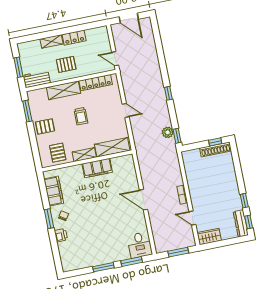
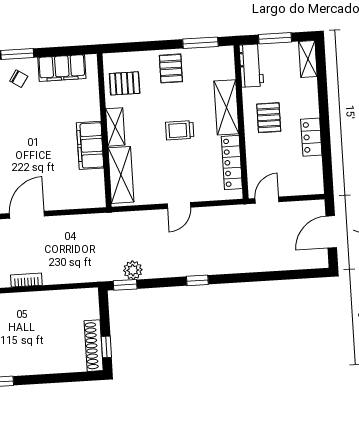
shelving: (52, 41) -> (308, 59), moved

